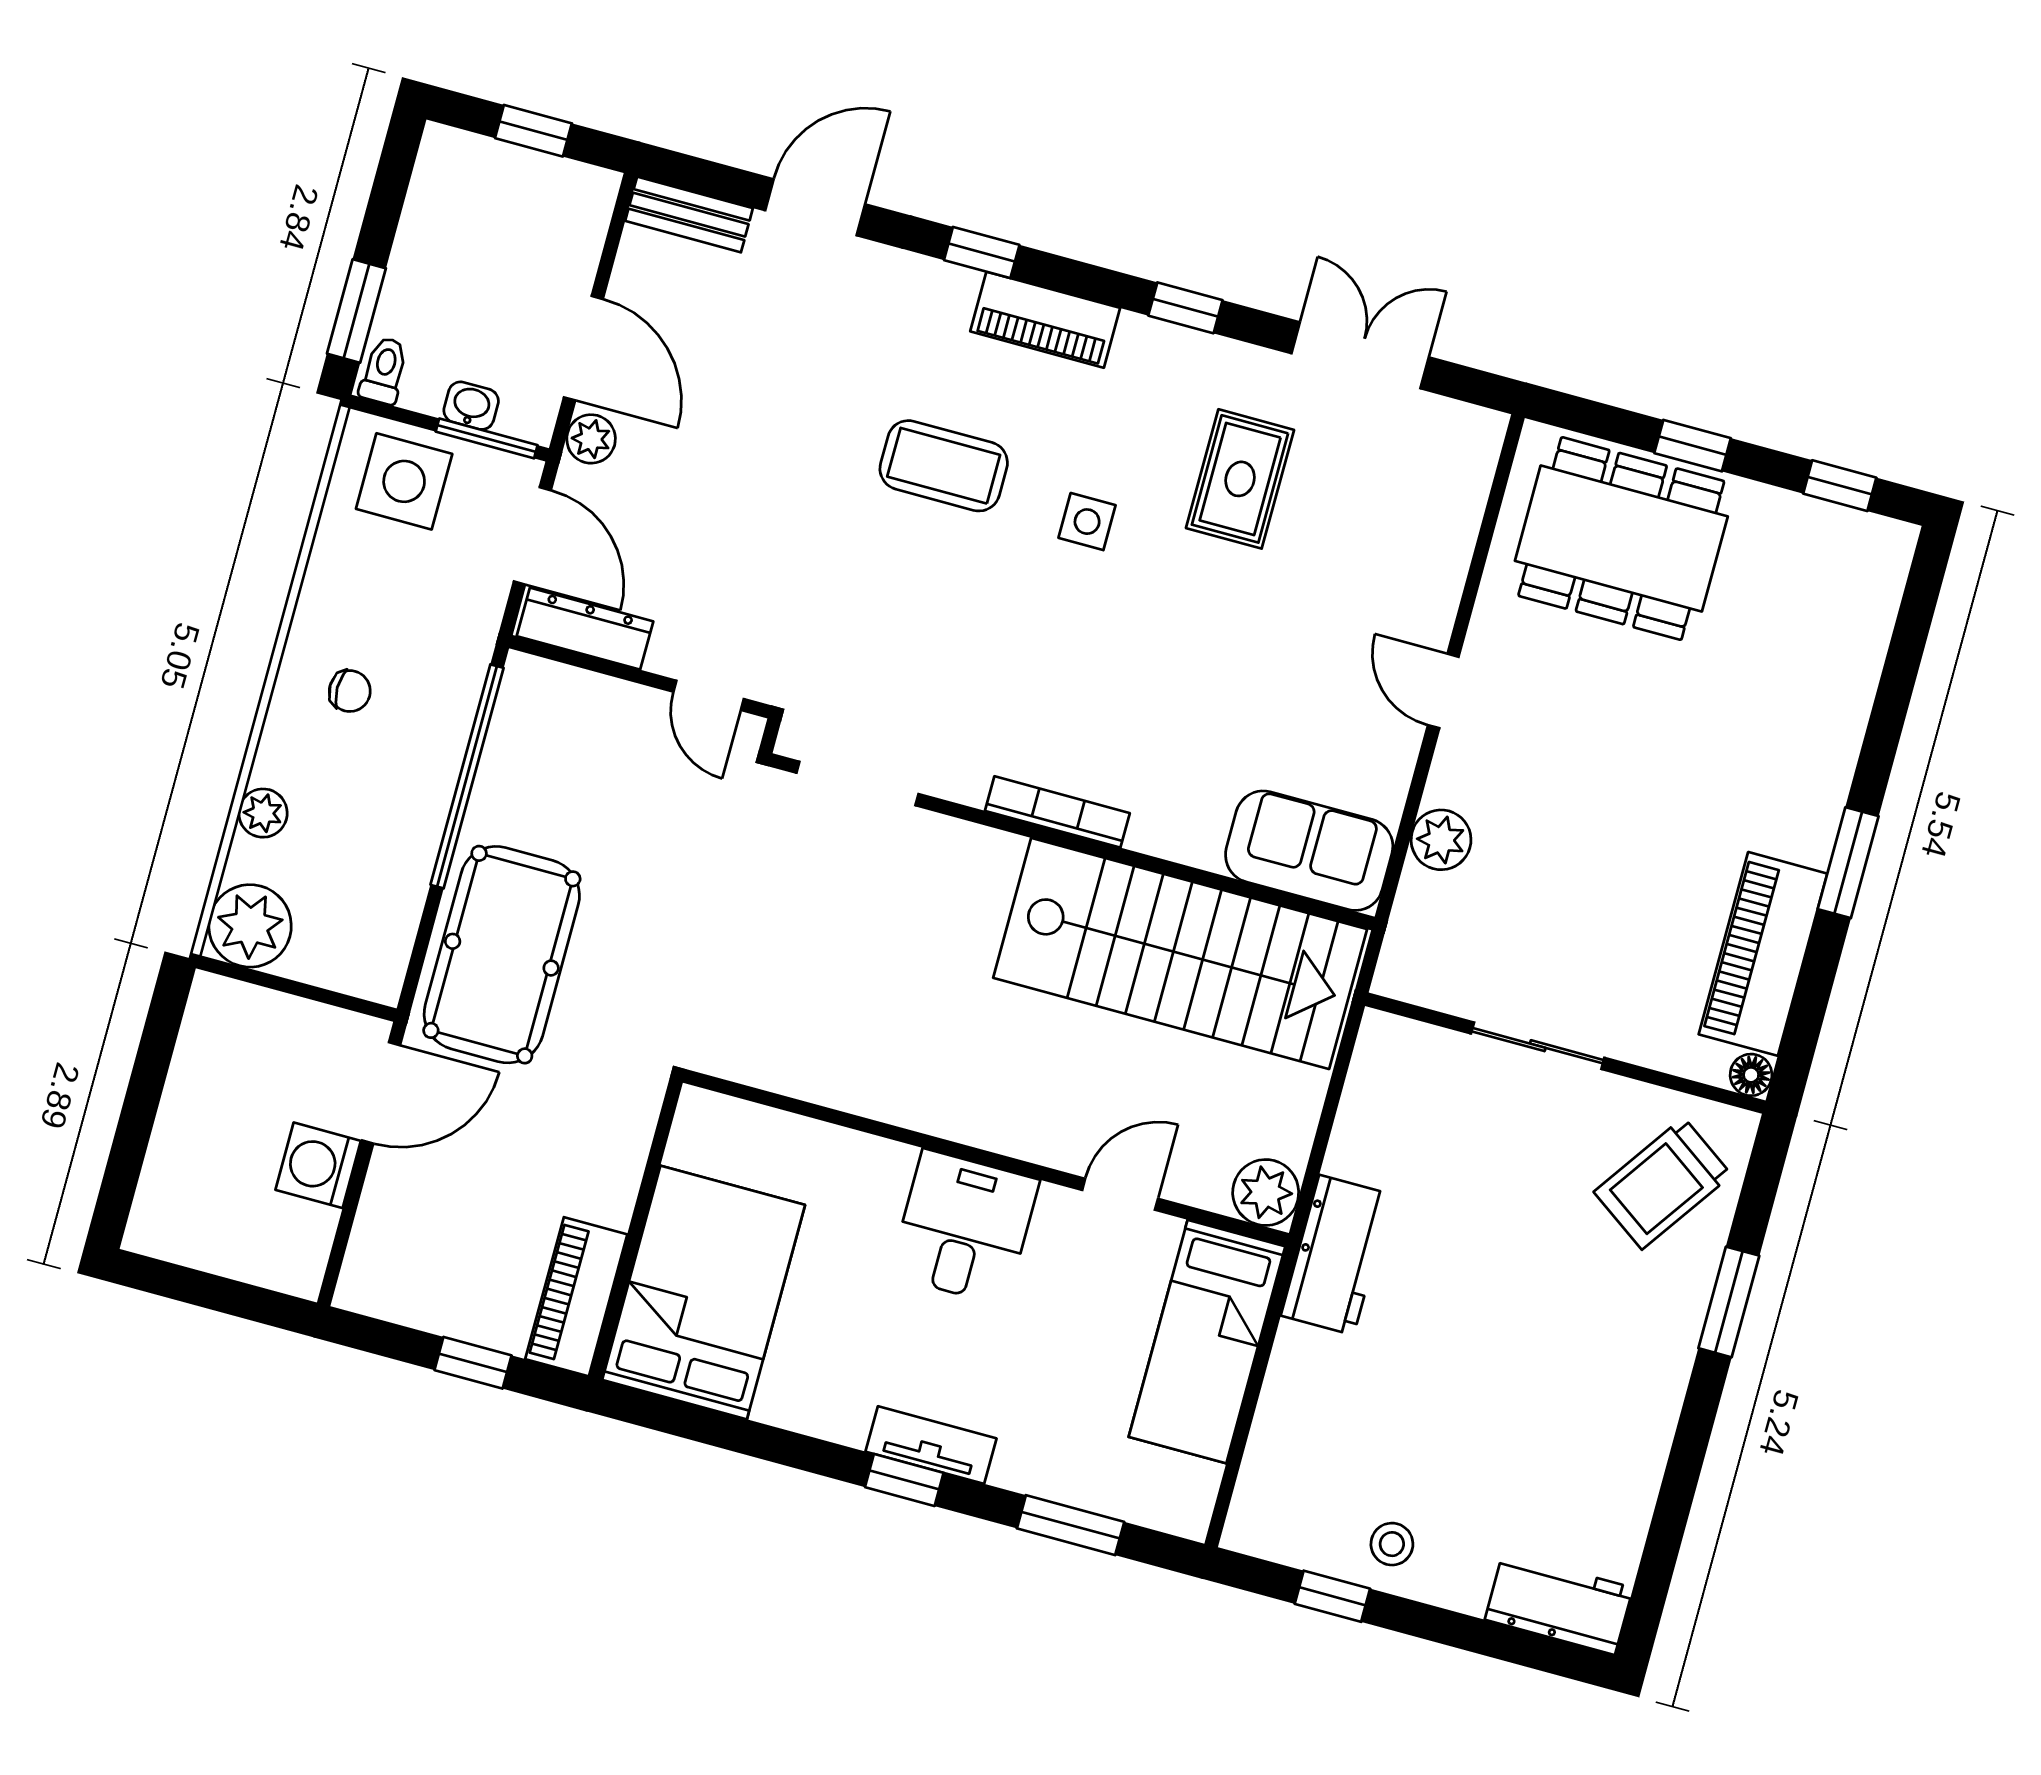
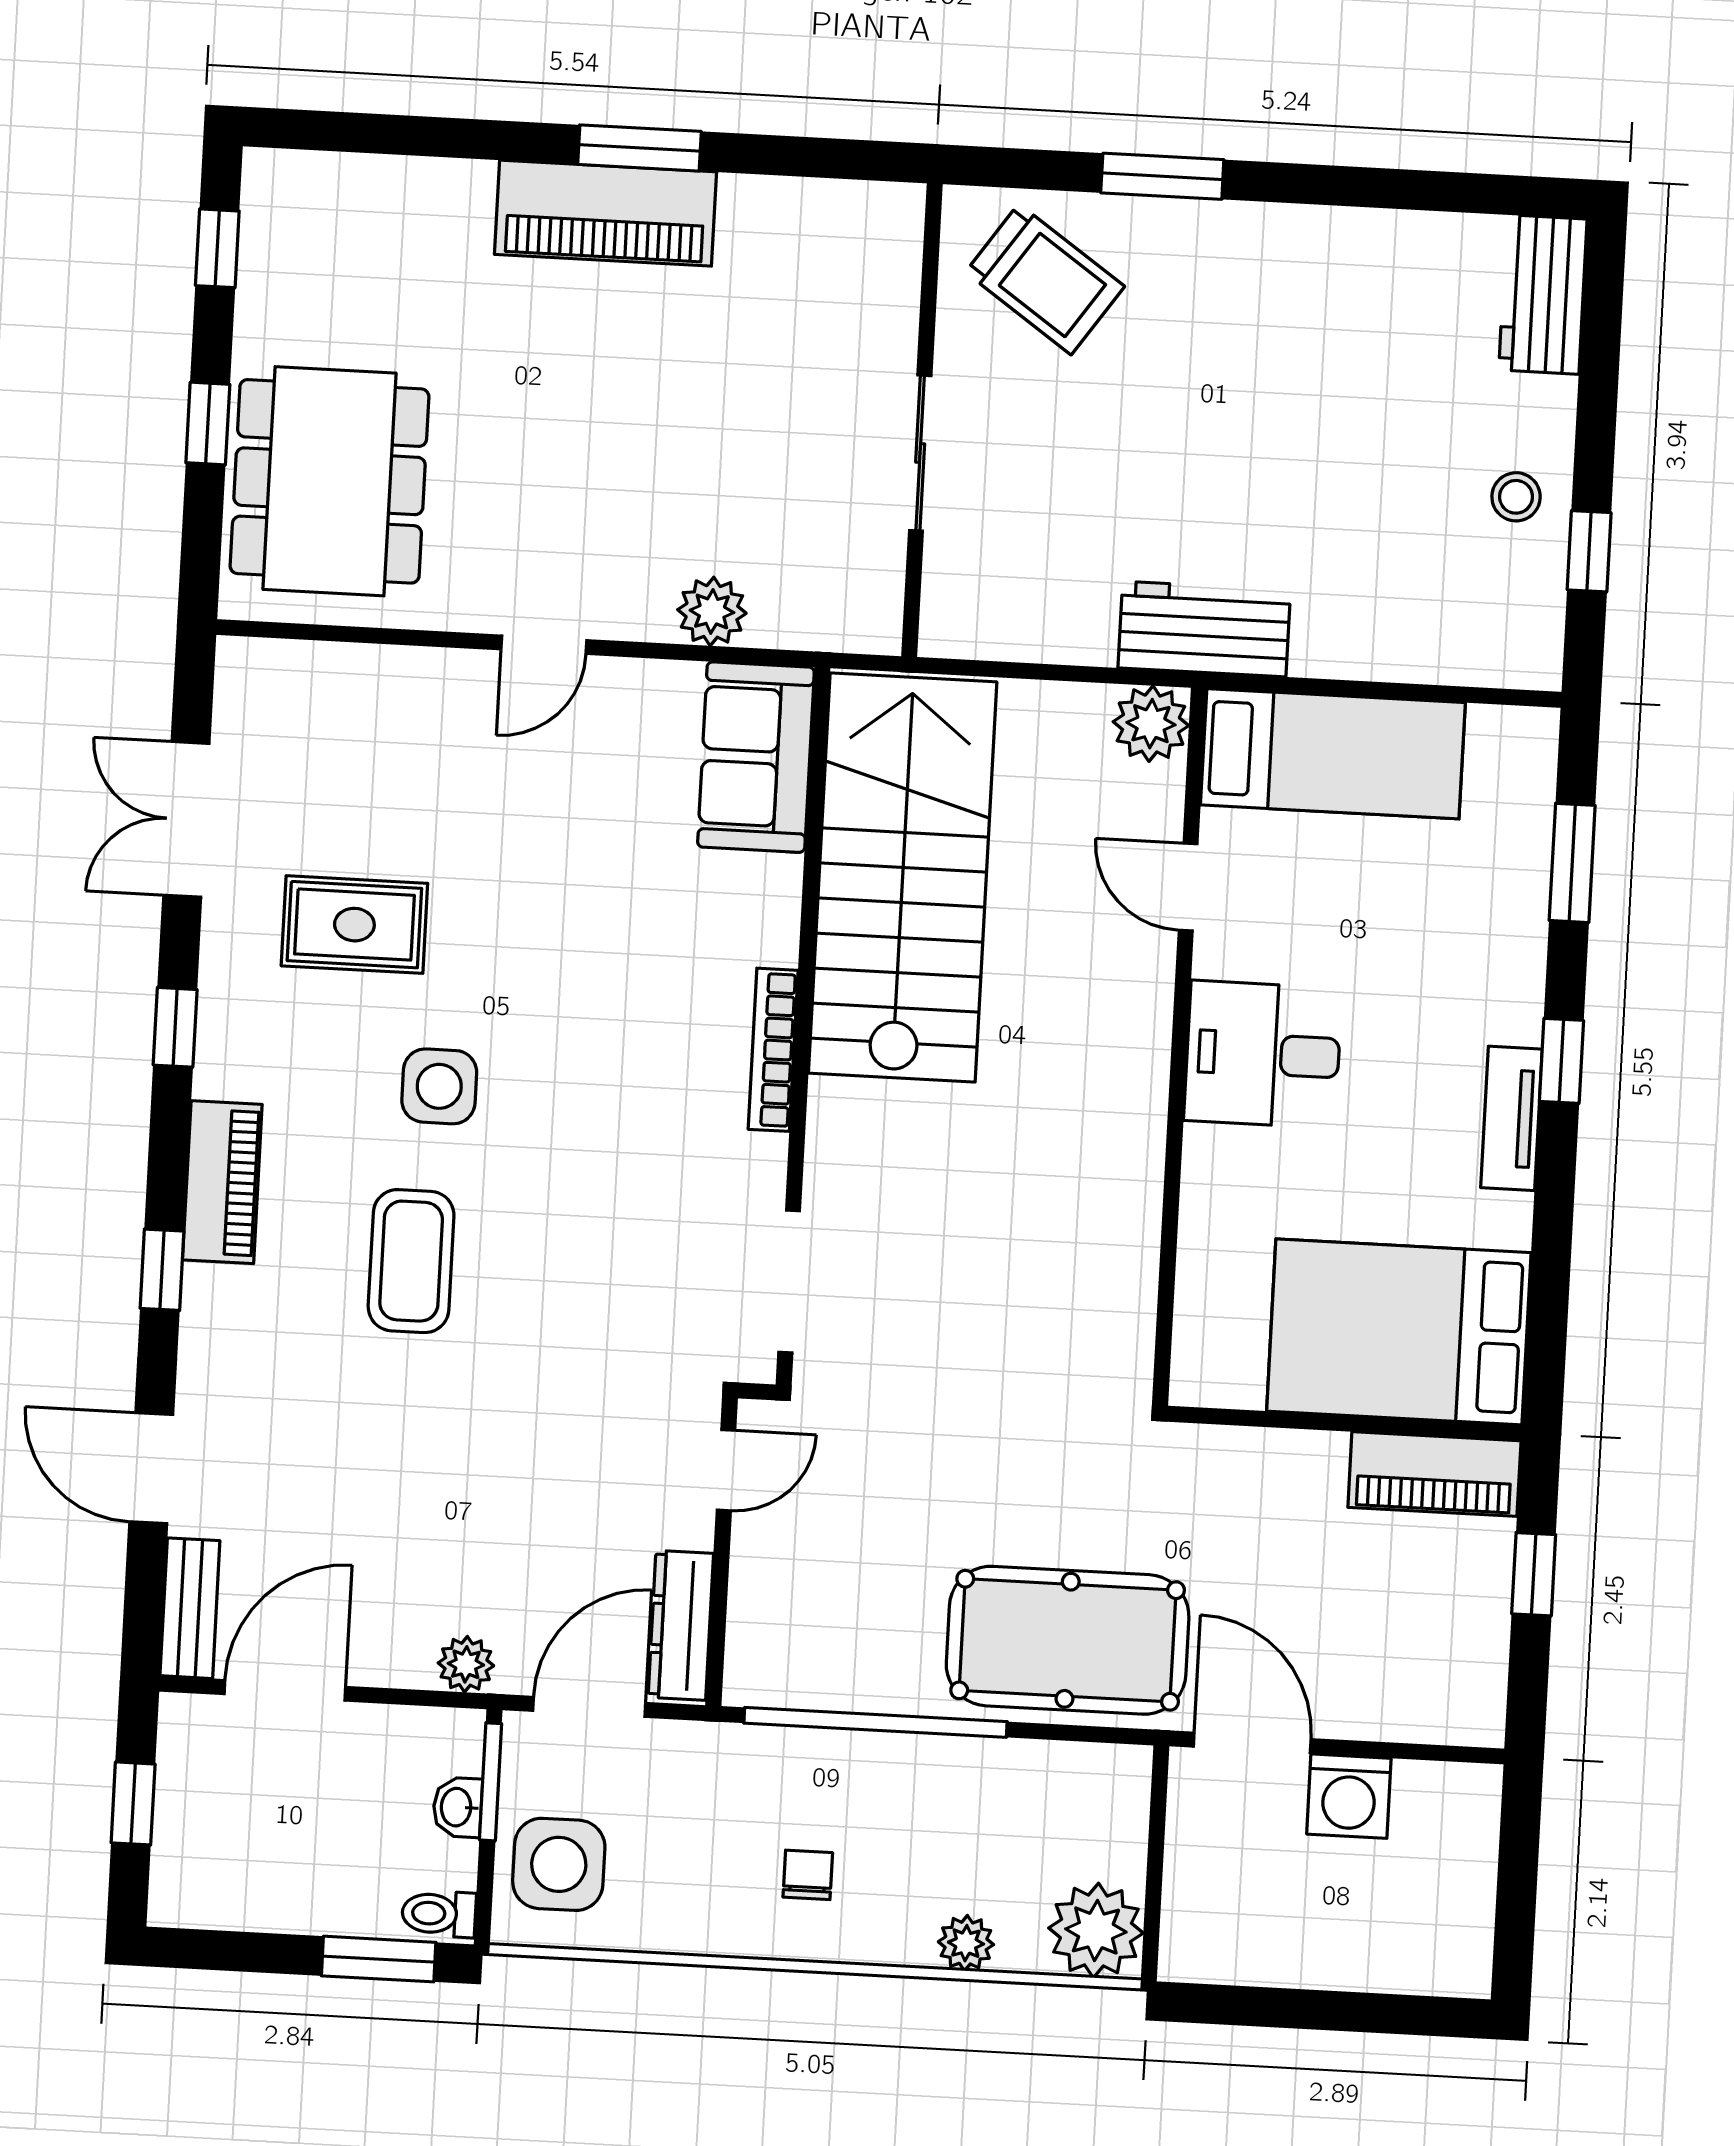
door: (583, 348) -> (285, 1690), moved
side table: (1087, 522) -> (439, 1086), width x1.37, depth x1.37
piano: (1763, 954) -> (605, 213), moved
floor lamp: (1751, 1075) -> (902, 206), removed
tv unit: (931, 1445) -> (1511, 1118), moved

